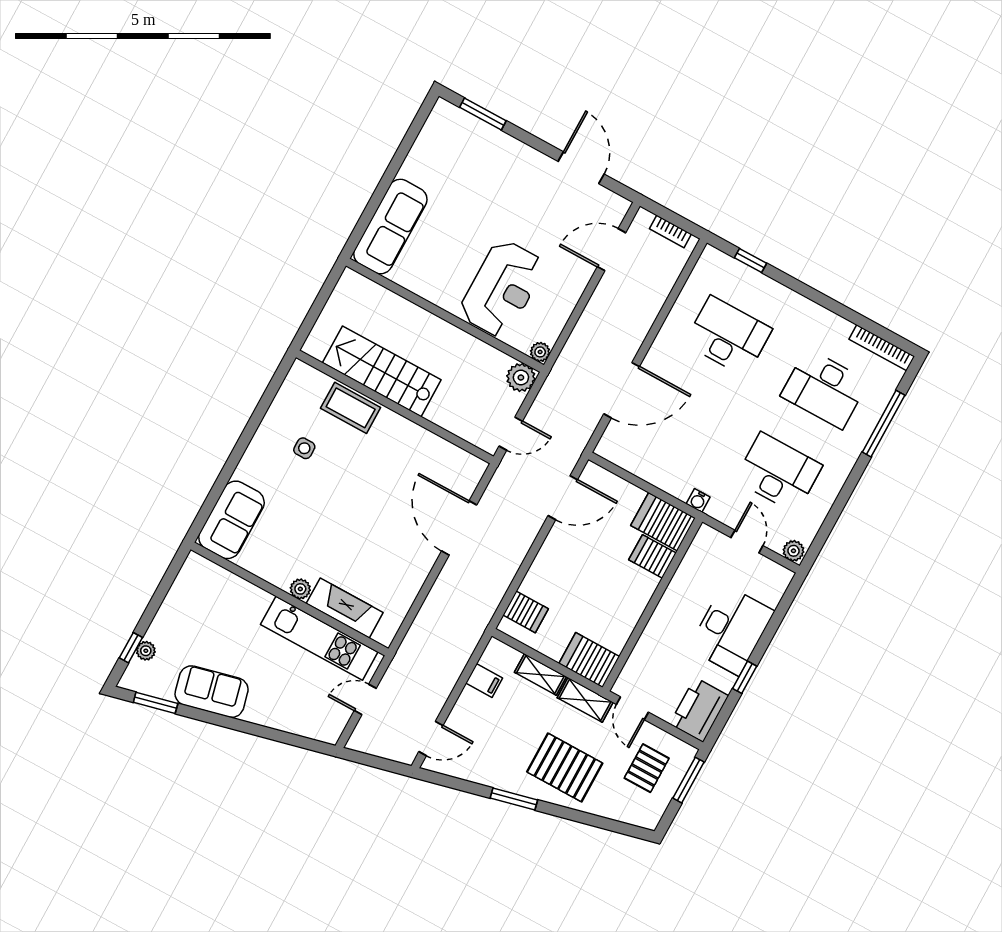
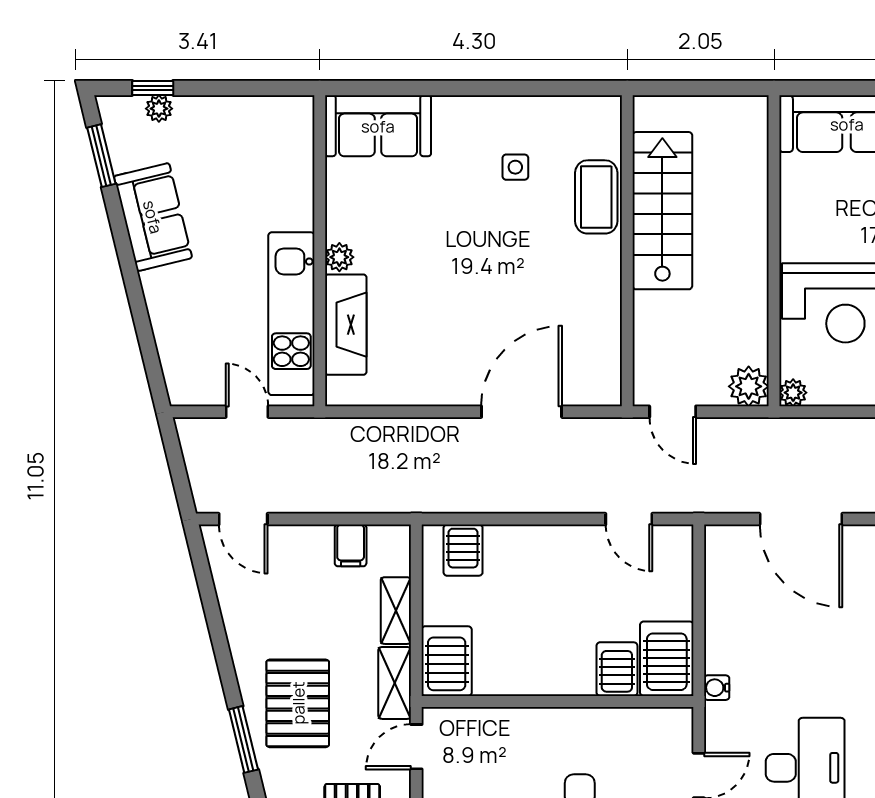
door: (563, 498) -> (629, 519), width x0.73
window: (514, 799) -> (243, 739), moved

